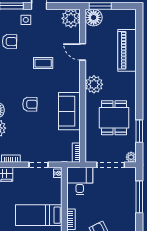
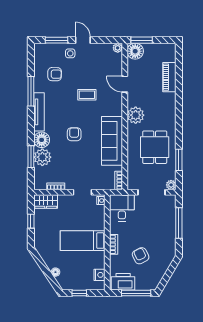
plant: (71, 18) -> (118, 48), width x0.53, depth x0.53
piano: (127, 50) -> (169, 77), width x0.73, depth x0.75
armchair: (30, 104) -> (74, 134), turned -91
sofa: (69, 111) -> (112, 141), width x1.36

